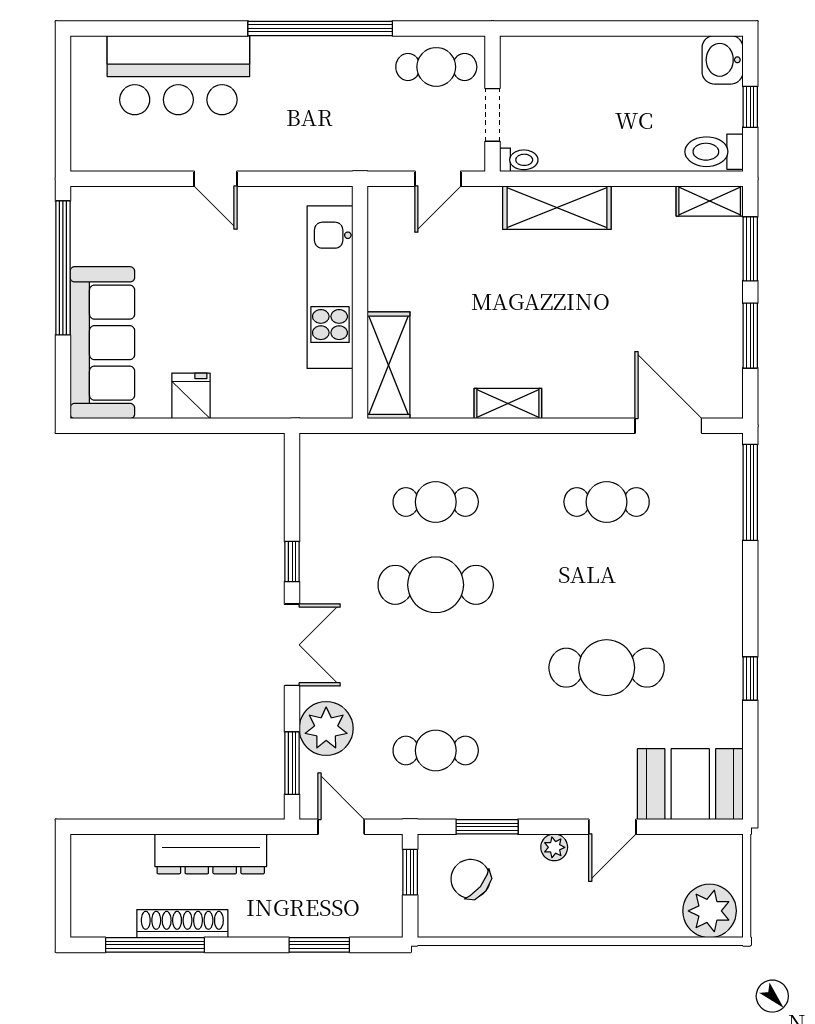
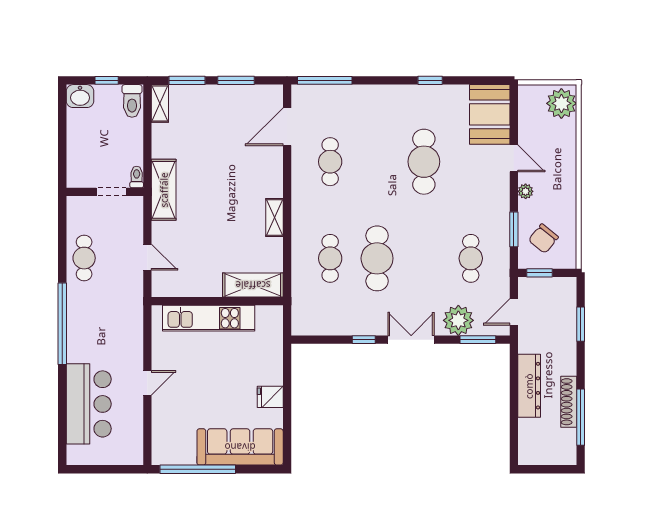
wall: (492, 104) -> (105, 192), moved
doorway: (492, 115) -> (111, 192), moved
toilet: (519, 160) -> (137, 177), moved

